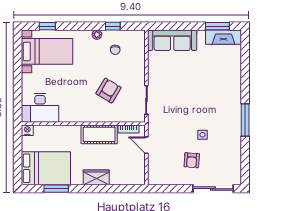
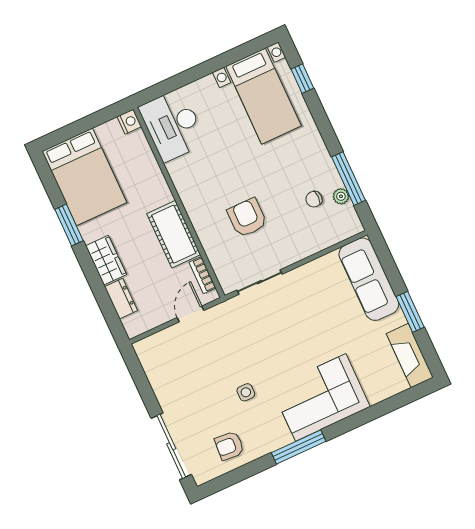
window: (113, 26) -> (349, 179), width x2.17
window: (217, 26) -> (410, 312), moved
plant: (97, 35) -> (341, 196), moved
armchair: (109, 91) -> (247, 218), turned -121
corner sofa: (224, 96) -> (321, 397), added
armchair: (192, 160) -> (229, 446), moved
dresser: (121, 179) -> (121, 299), added
window: (56, 189) -> (69, 225), moved

